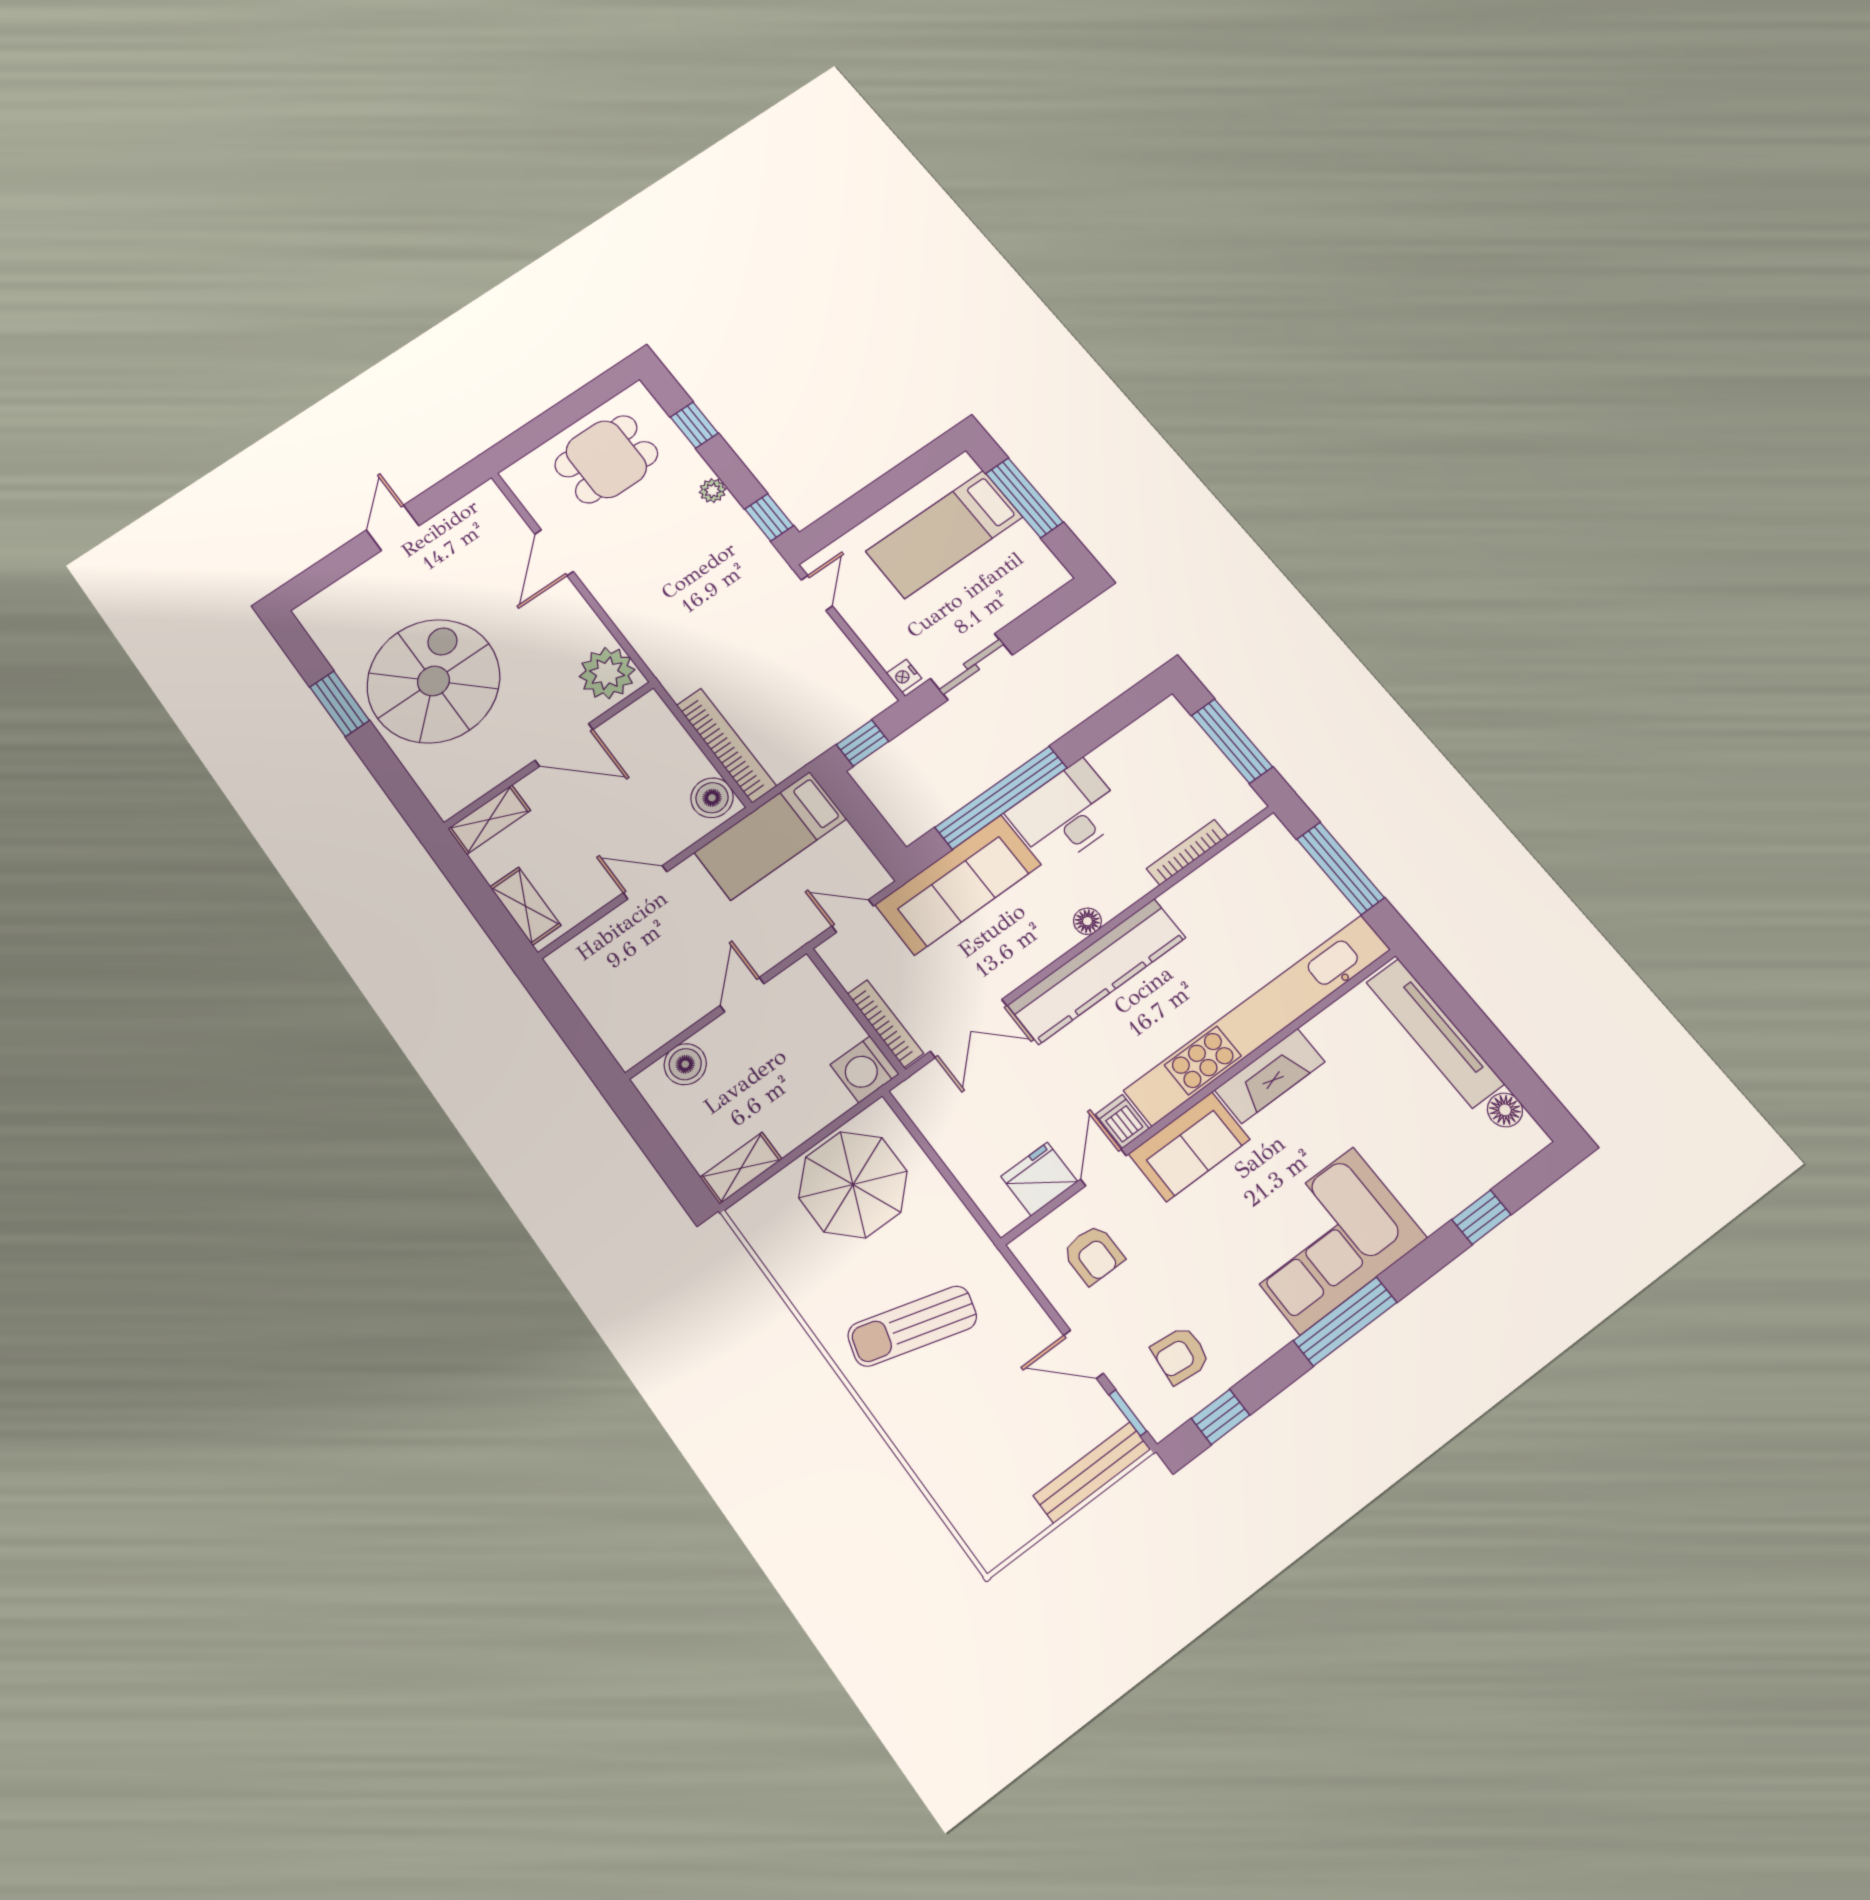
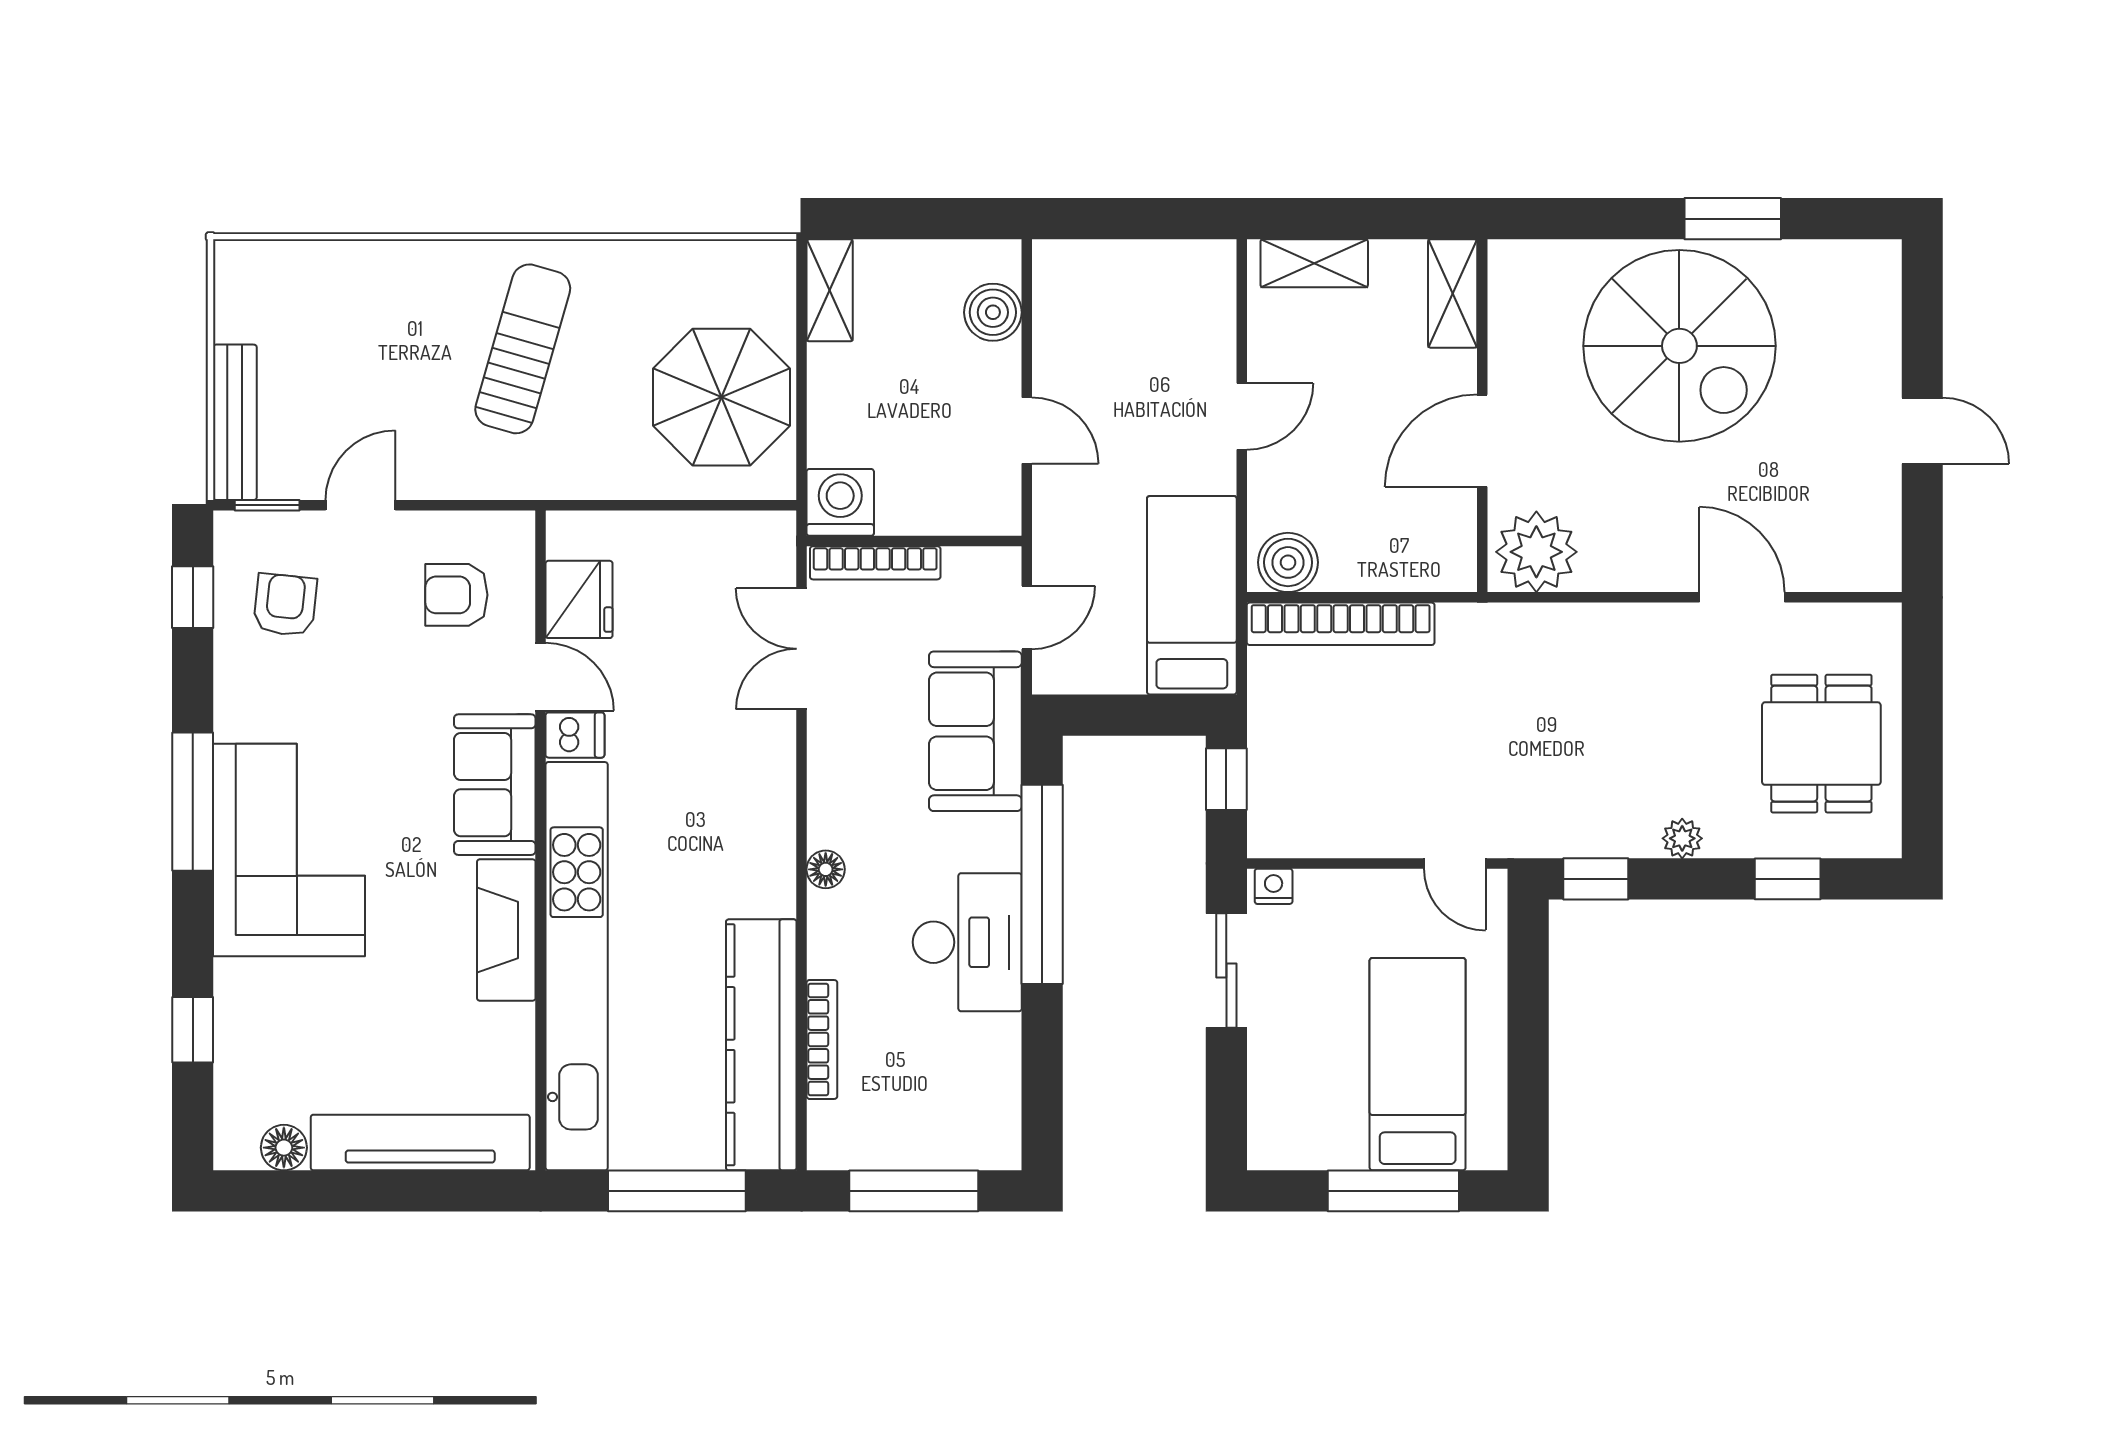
sofa: (958, 885) -> (975, 731), width x0.73
kitchen counter: (1097, 971) -> (761, 1045), moved

